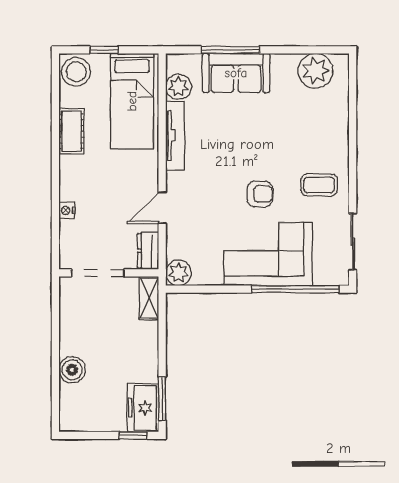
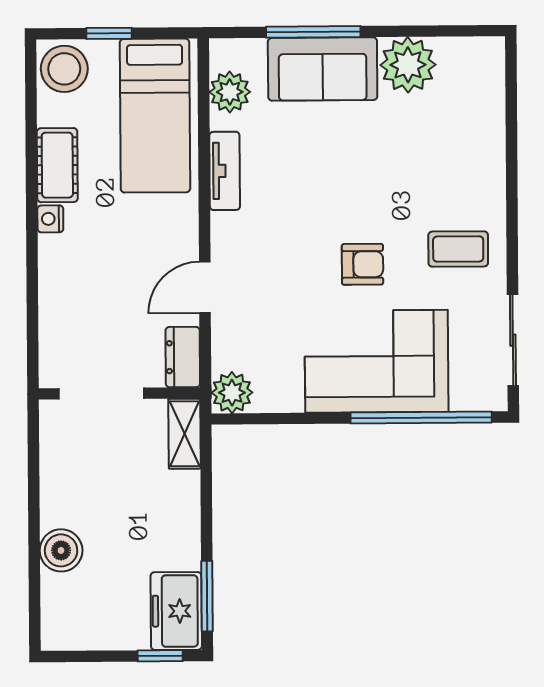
plant: (315, 71) -> (408, 65), moved
tv unit: (175, 136) -> (225, 171), width x0.71
nightstand: (67, 210) -> (50, 219), moved

